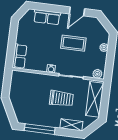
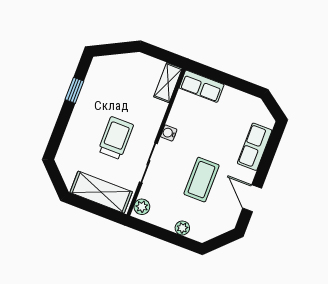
trolley: (61, 99) -> (116, 138), turned 180
shelving: (71, 125) -> (168, 83), moved
window: (40, 129) -> (74, 90), width x0.46

